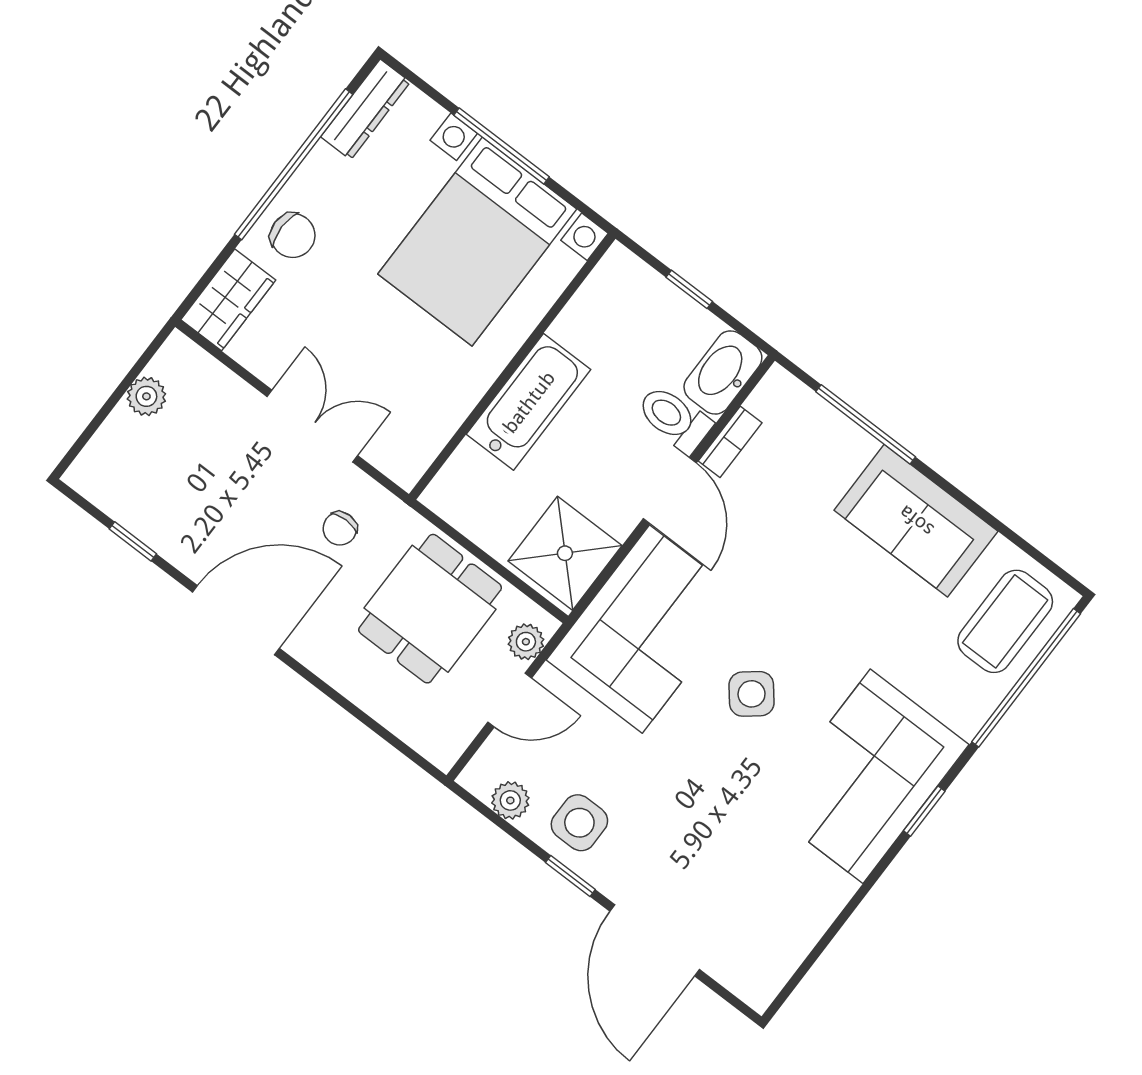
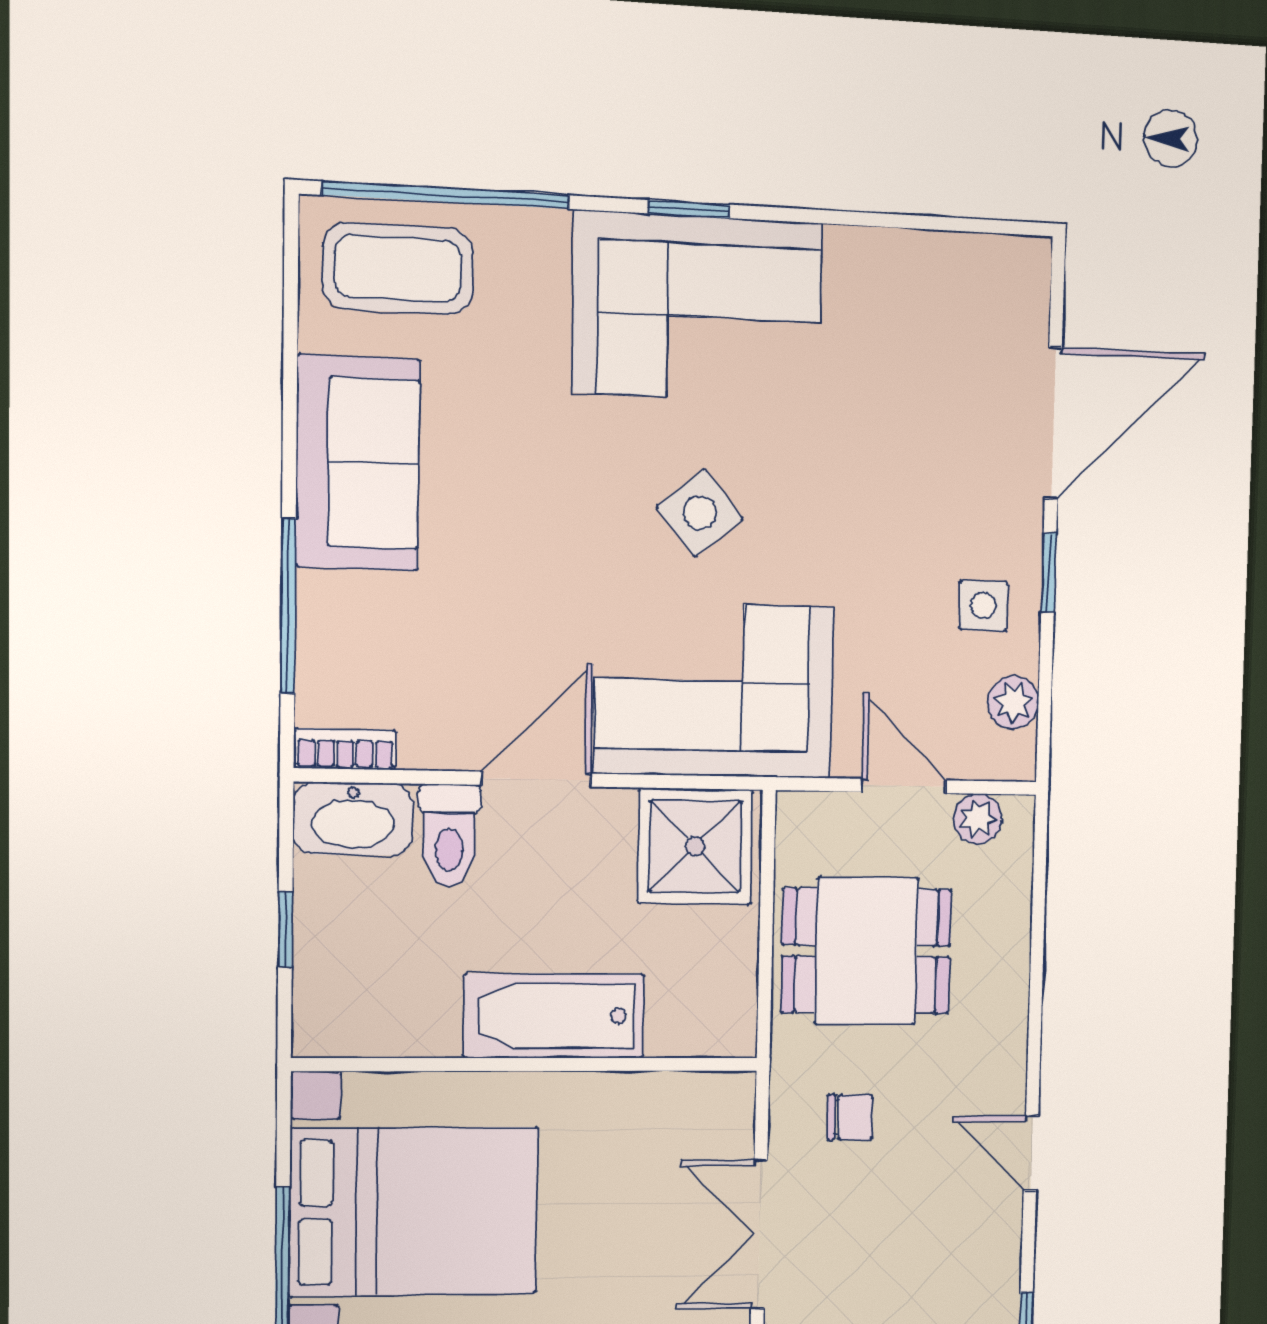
bookcase: (730, 442) -> (345, 749), moved
door: (236, 620) -> (1031, 1153), width x0.53
plant: (526, 642) -> (978, 819), moved
side table: (579, 823) -> (983, 606), width x0.73, depth x0.73

